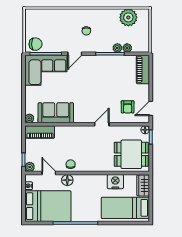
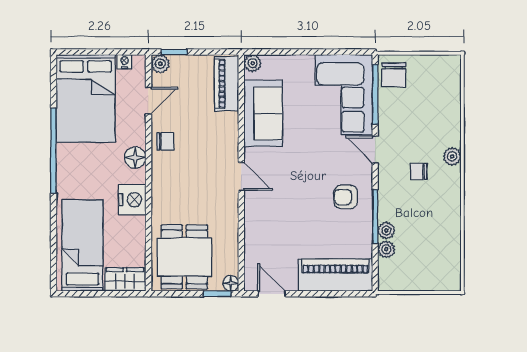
plant: (128, 17) -> (452, 156), moved, width x0.53, depth x0.53
piano: (143, 69) -> (335, 275), width x1.37, depth x1.33
armchair: (128, 107) -> (346, 197), moved
door: (102, 124) -> (241, 176), moved
floor lamp: (67, 180) -> (135, 158), moved
nightstand: (115, 182) -> (132, 200), moved

